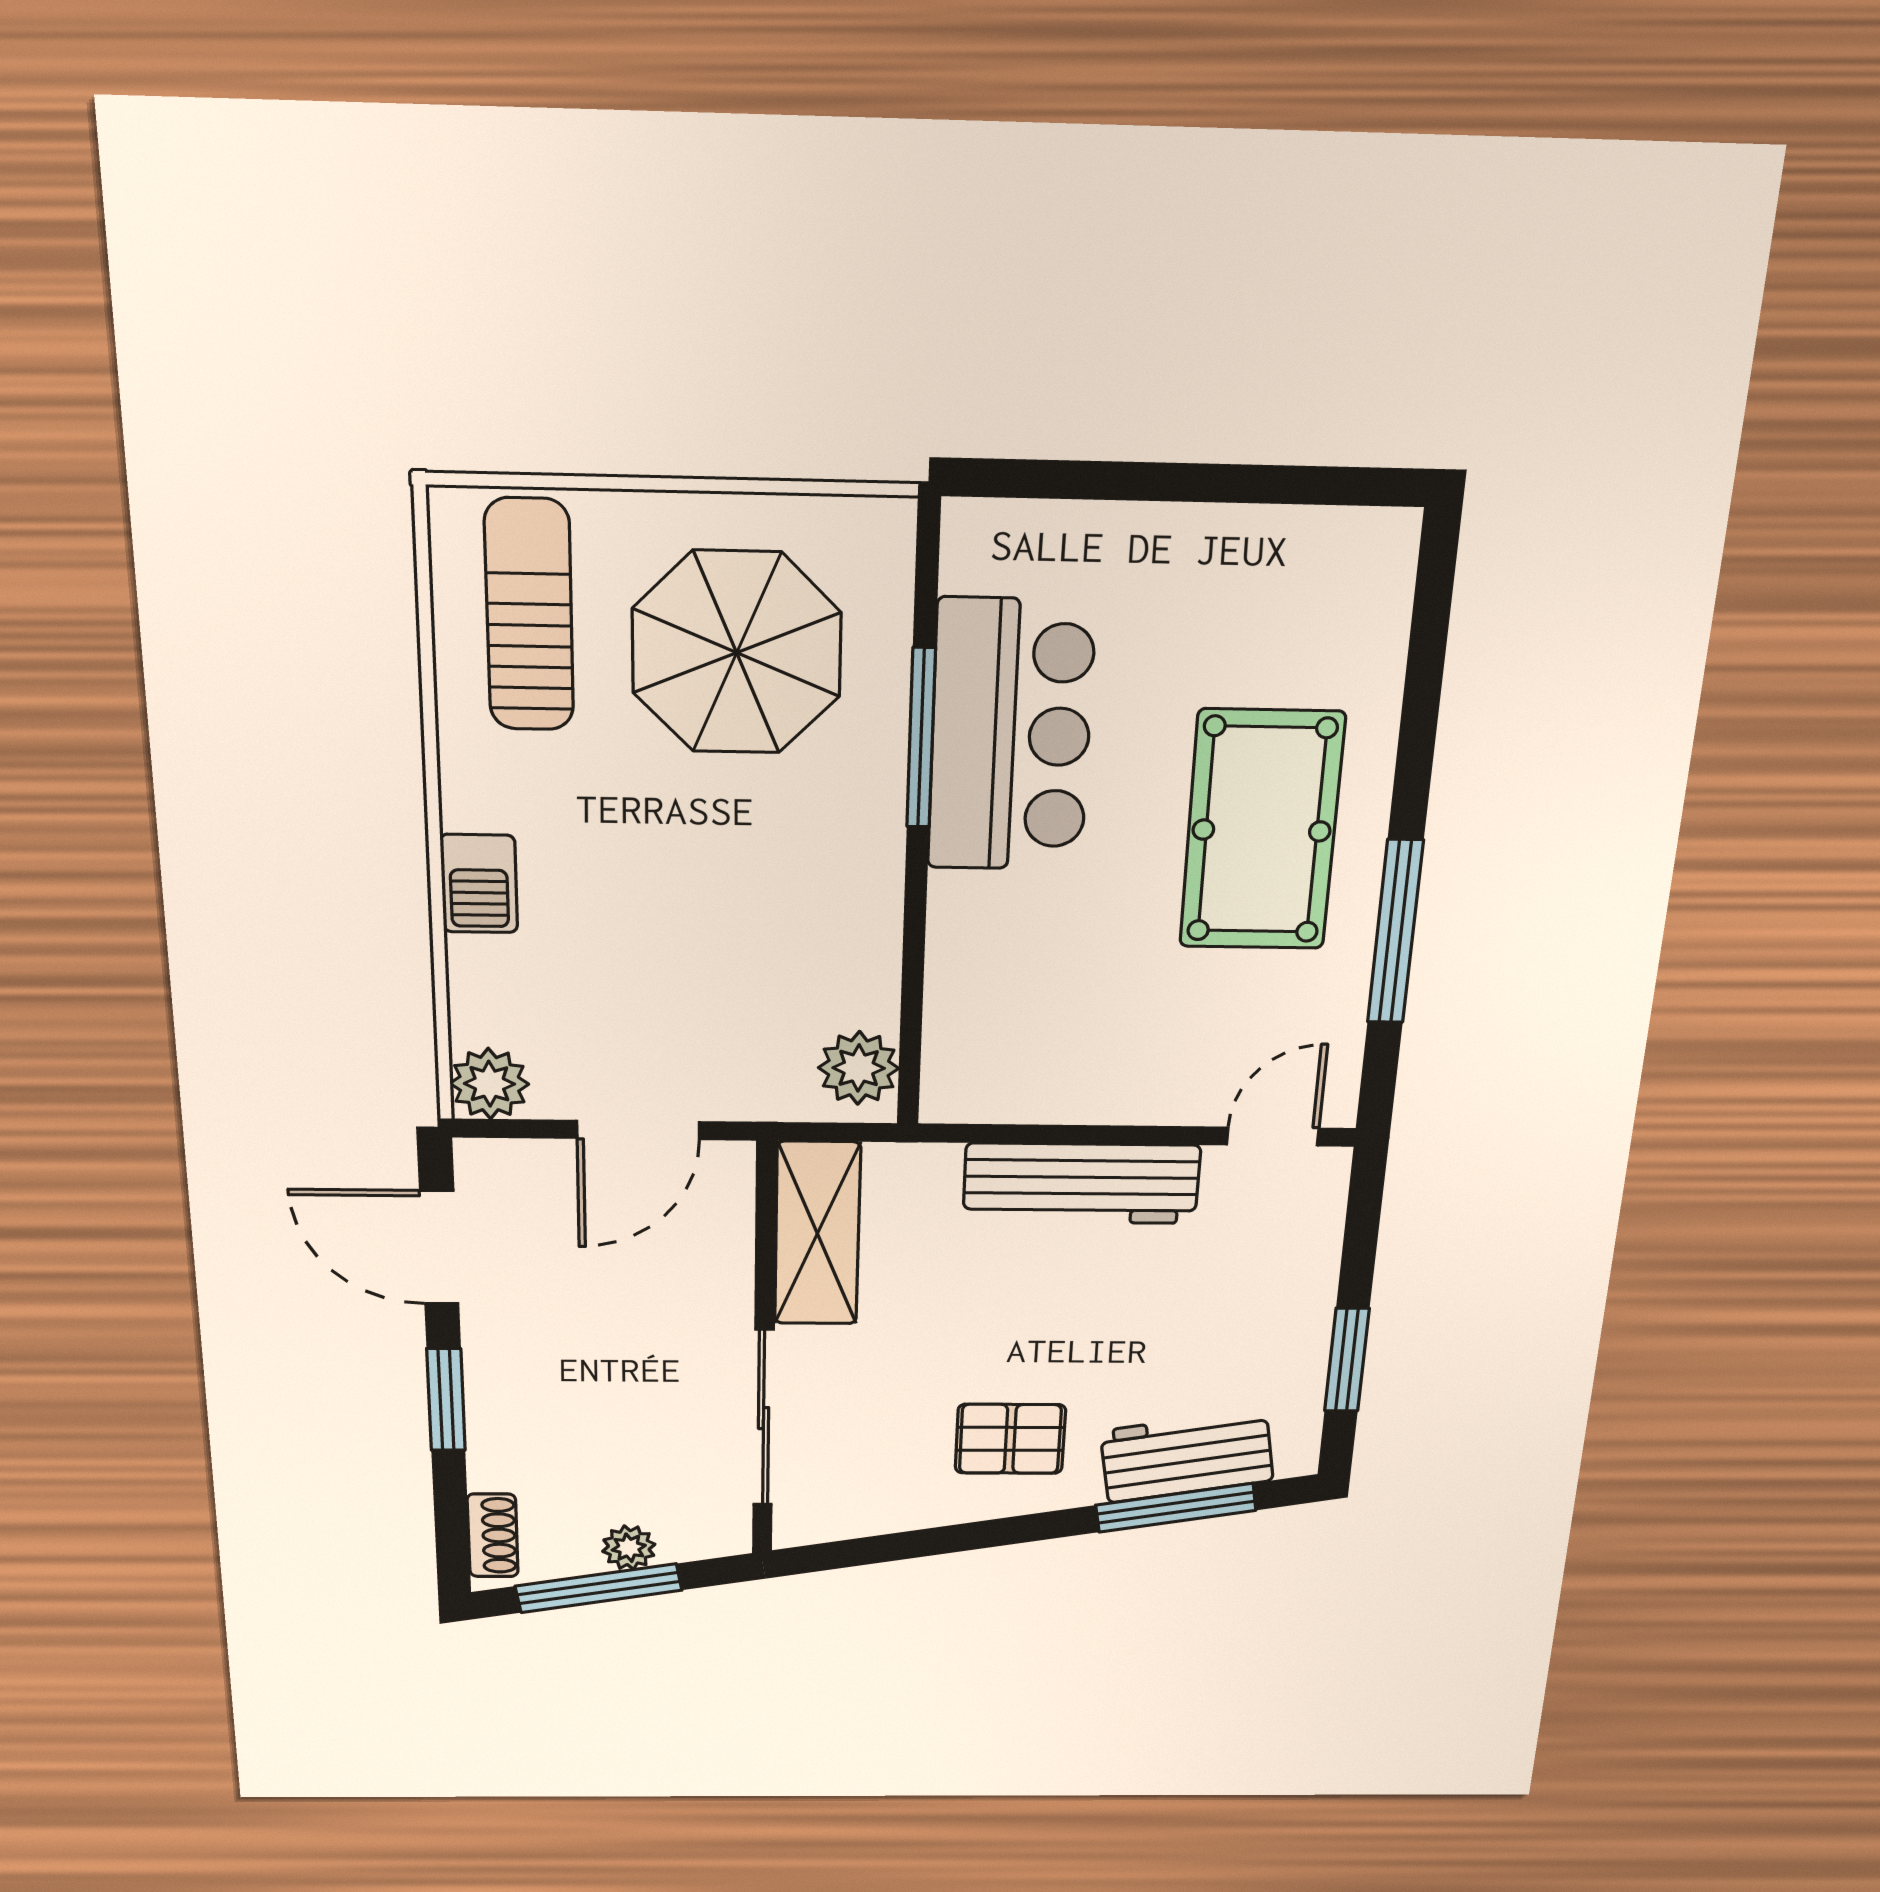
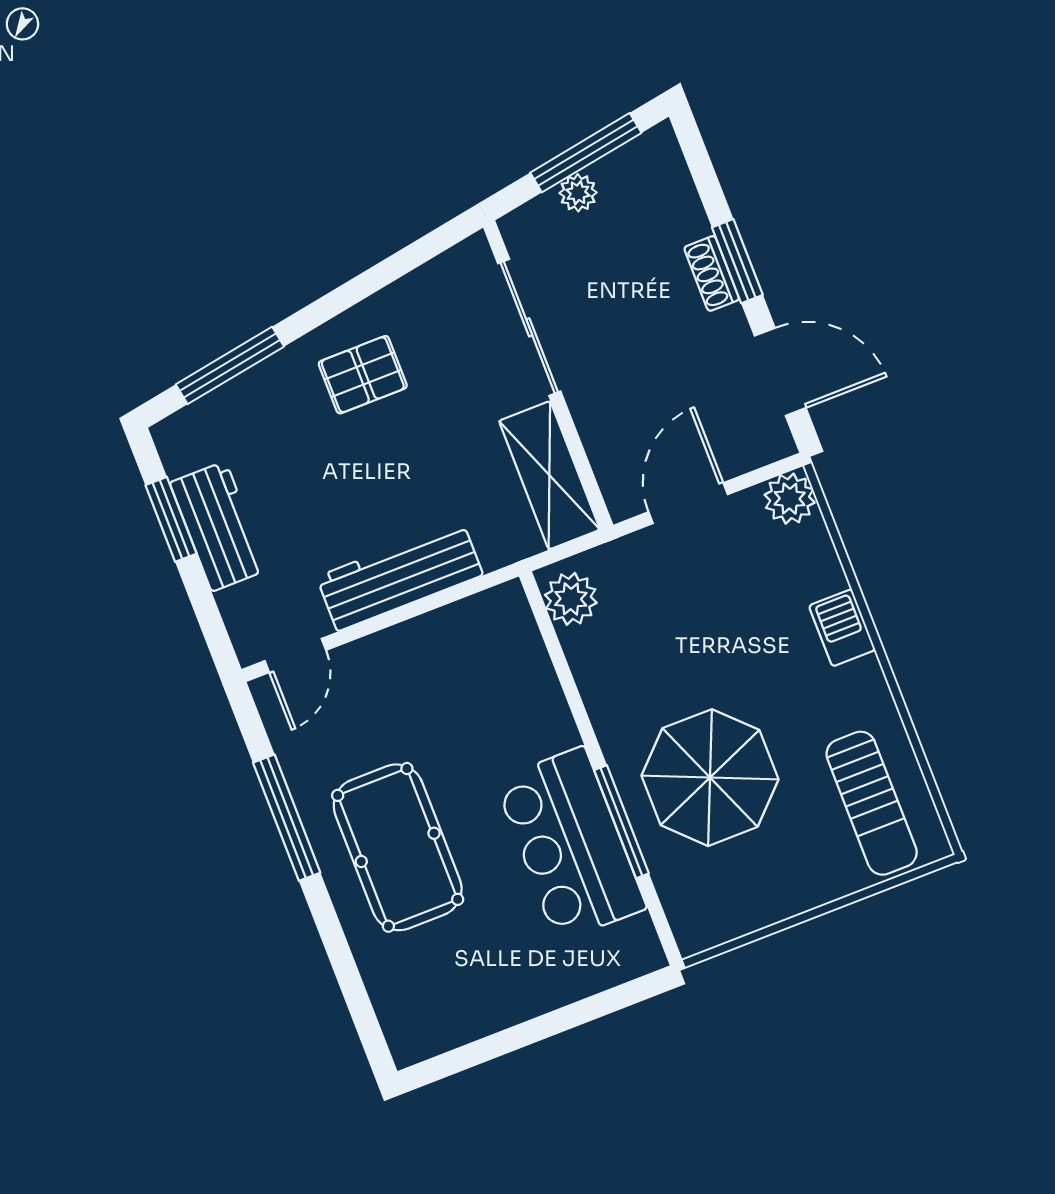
parasol: (737, 653) -> (710, 778), moved
workbench: (1187, 1456) -> (219, 526), moved, turned -80
shoe rack: (493, 1535) -> (712, 273), moved

